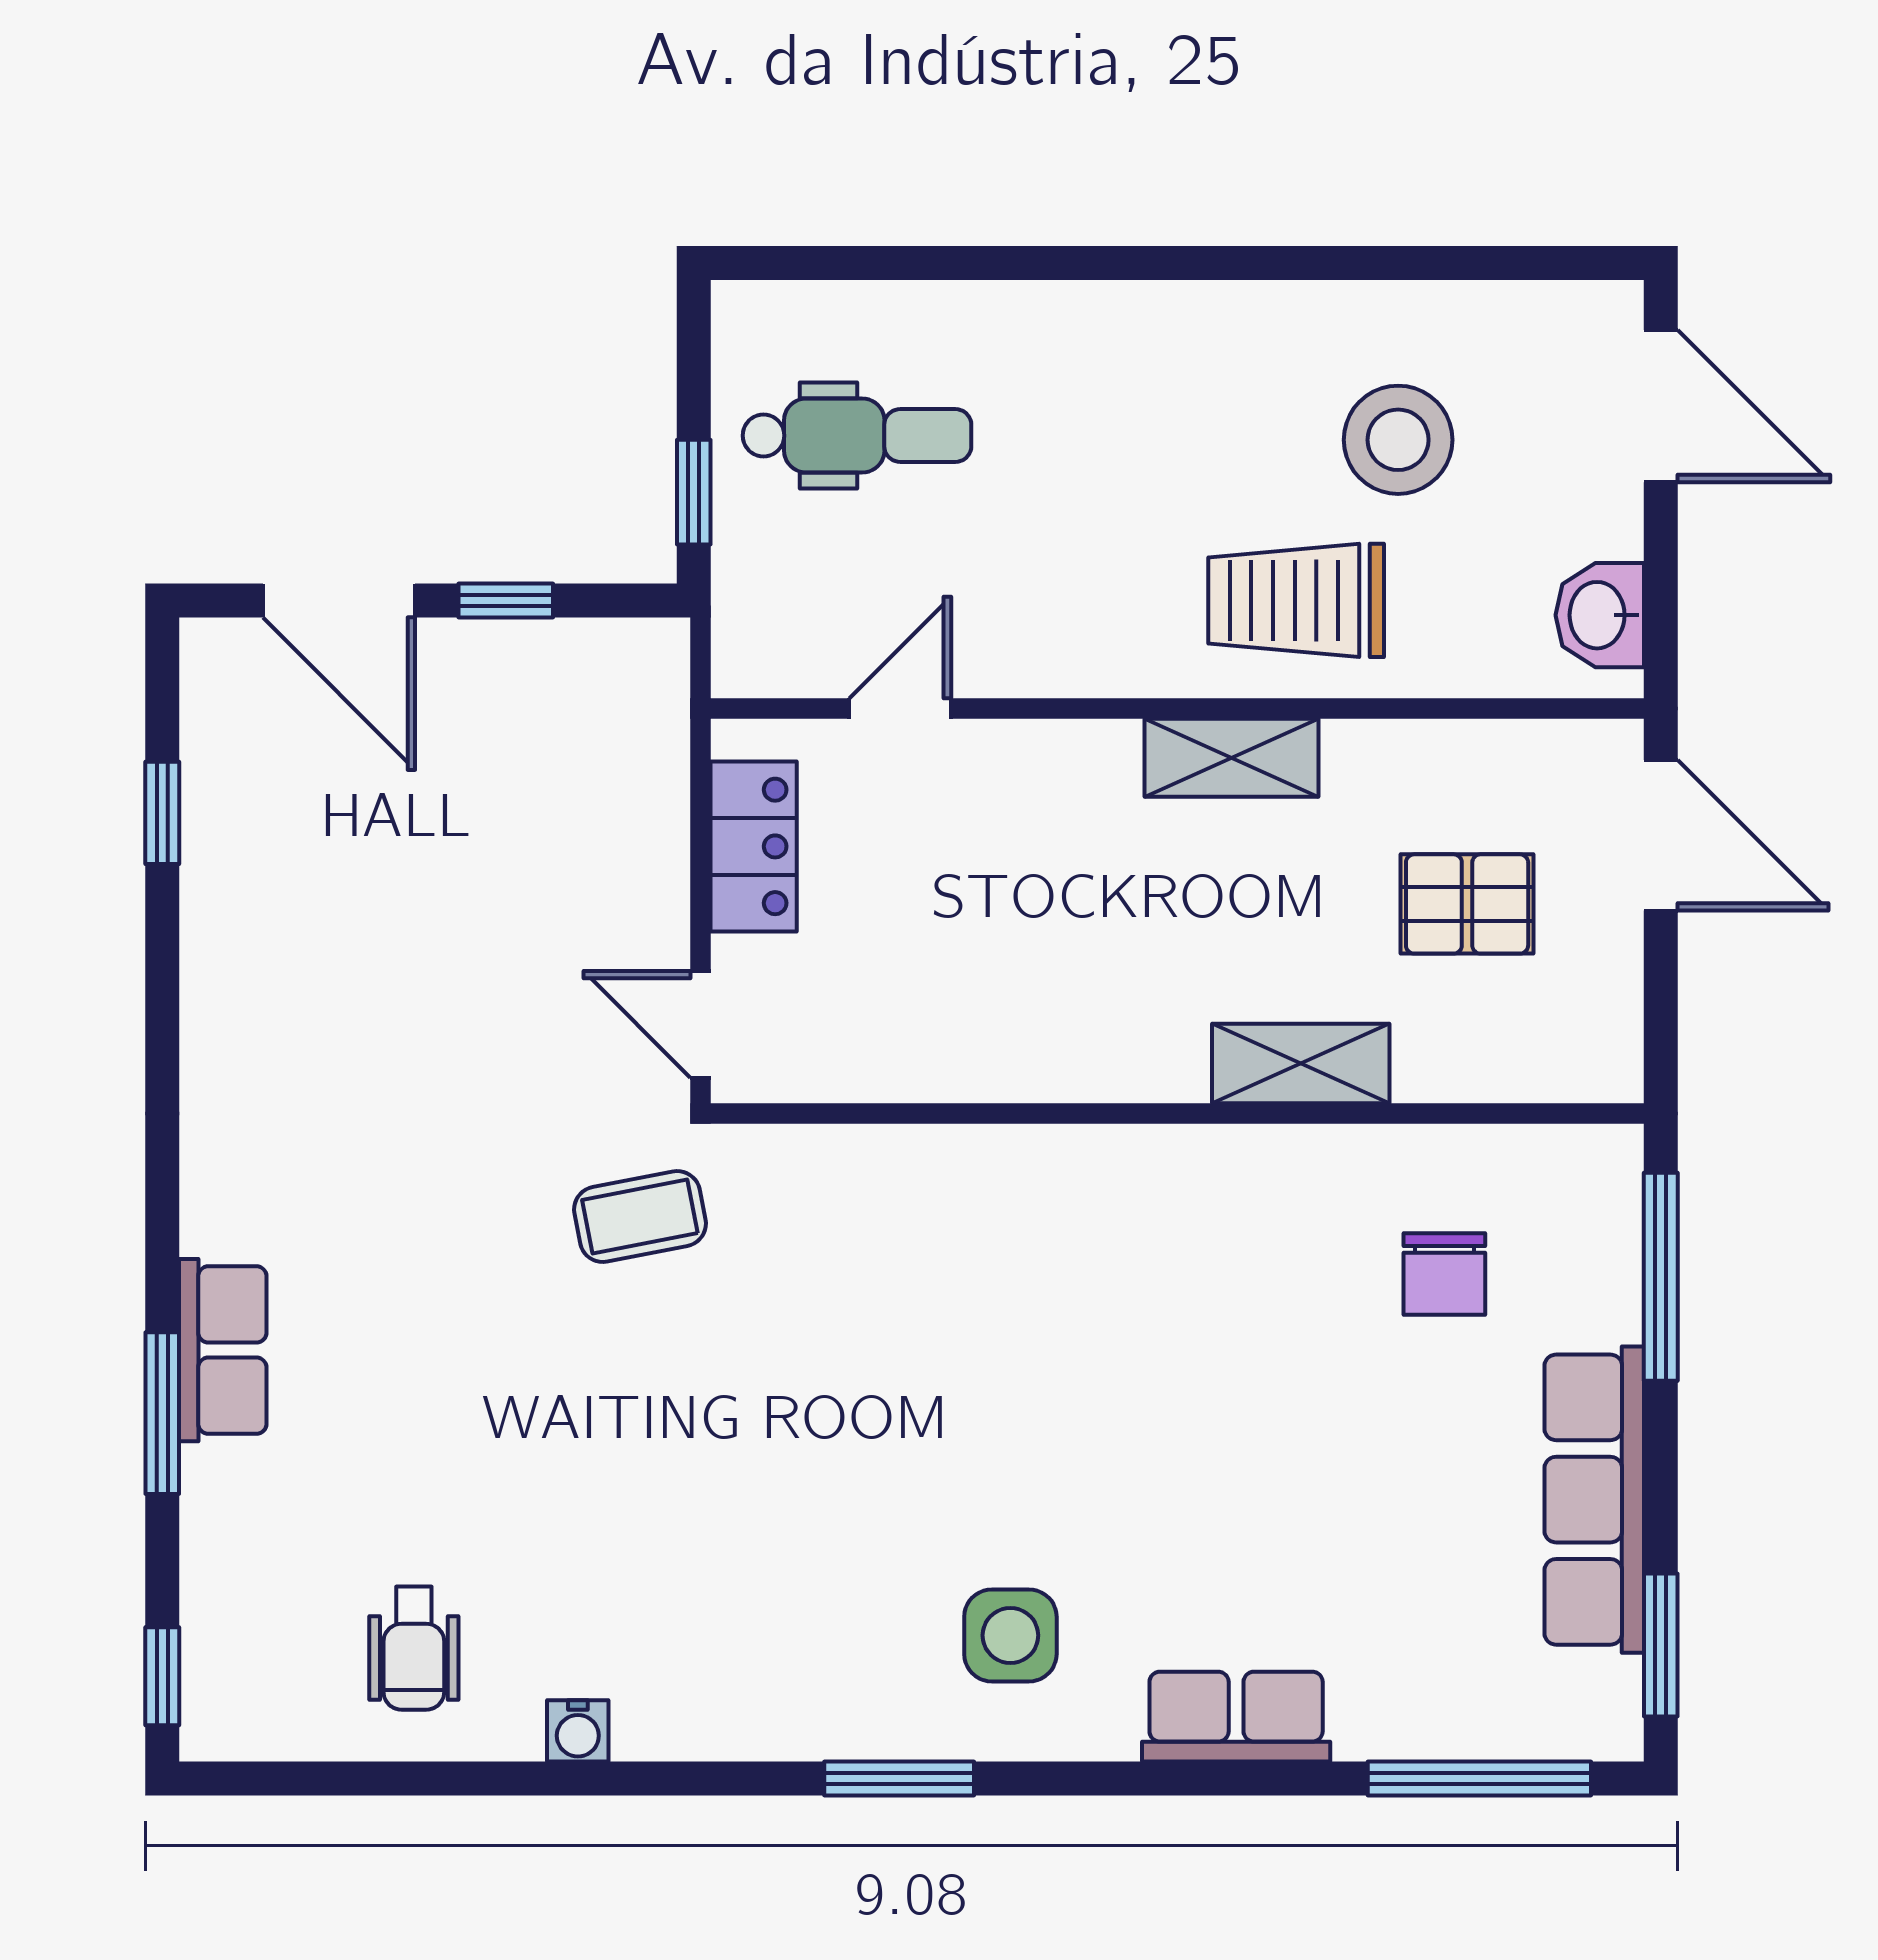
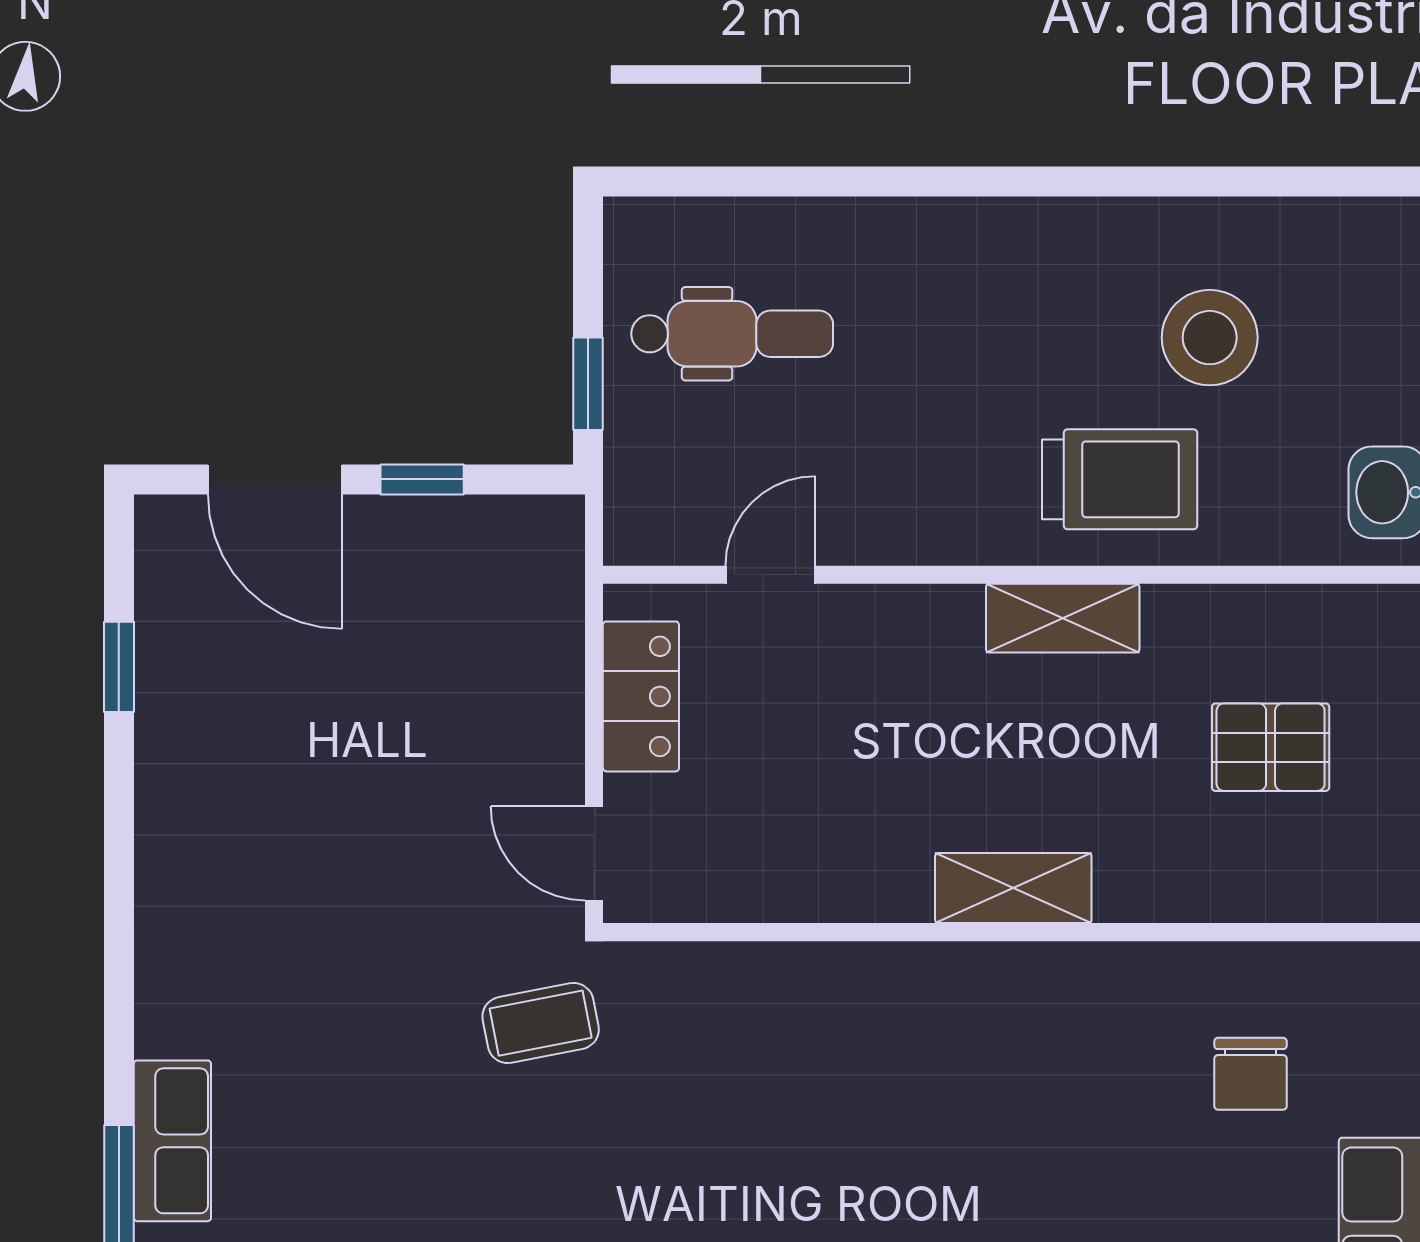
trolley: (1296, 600) -> (1120, 479), turned 180
shelving: (1301, 1064) -> (1013, 888), moved

